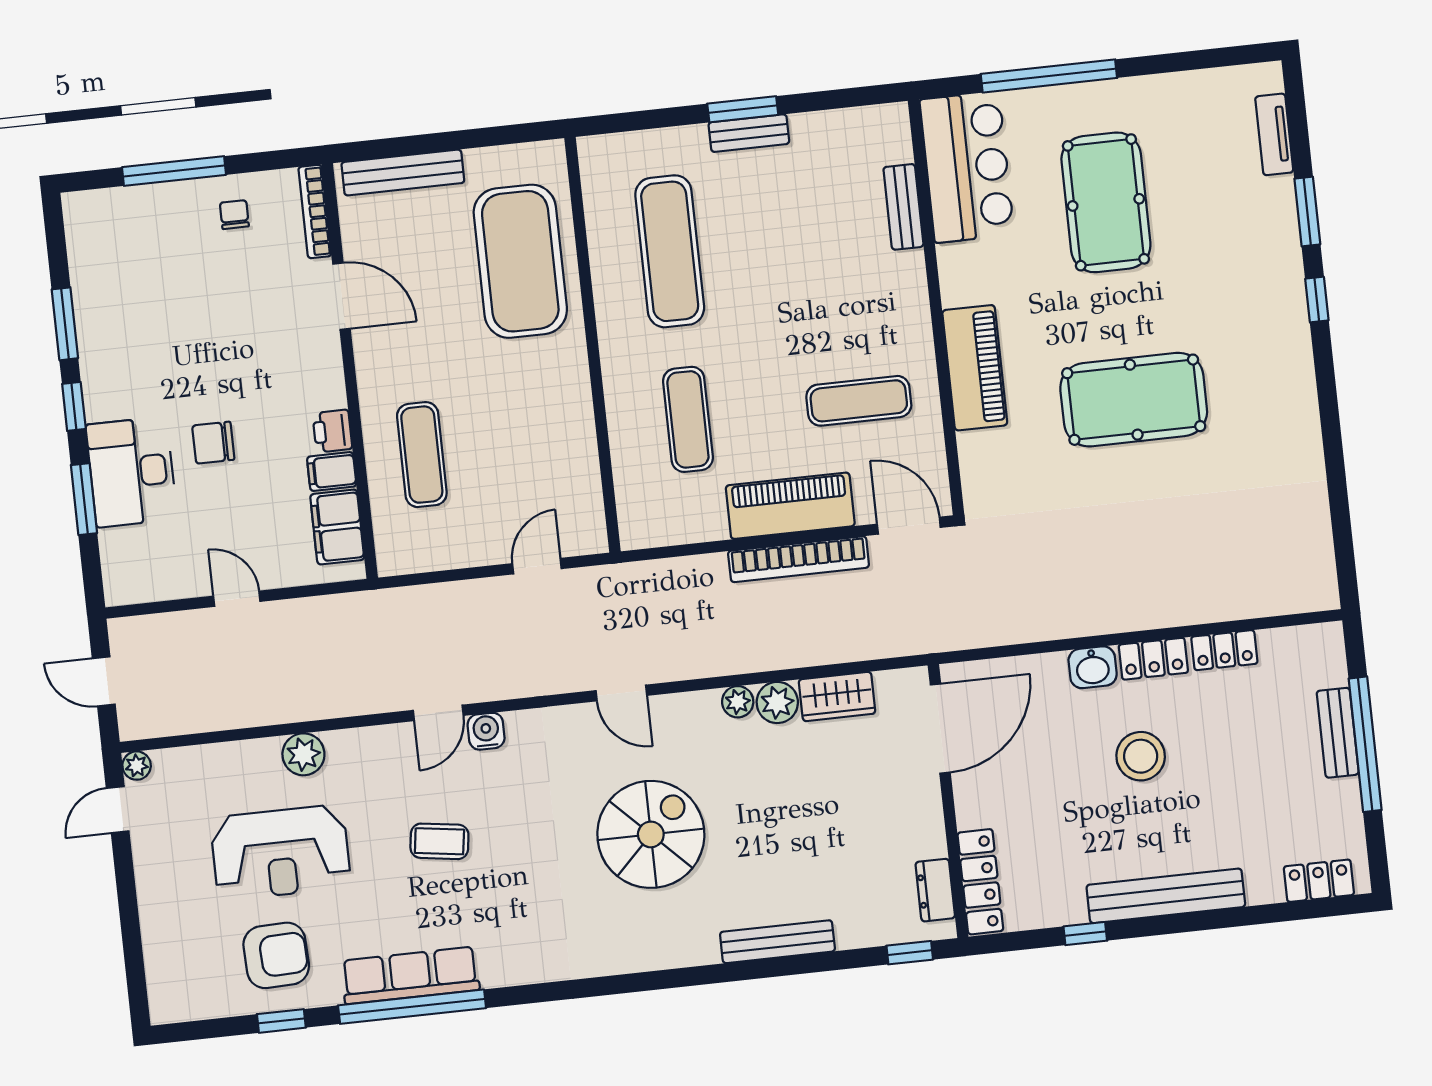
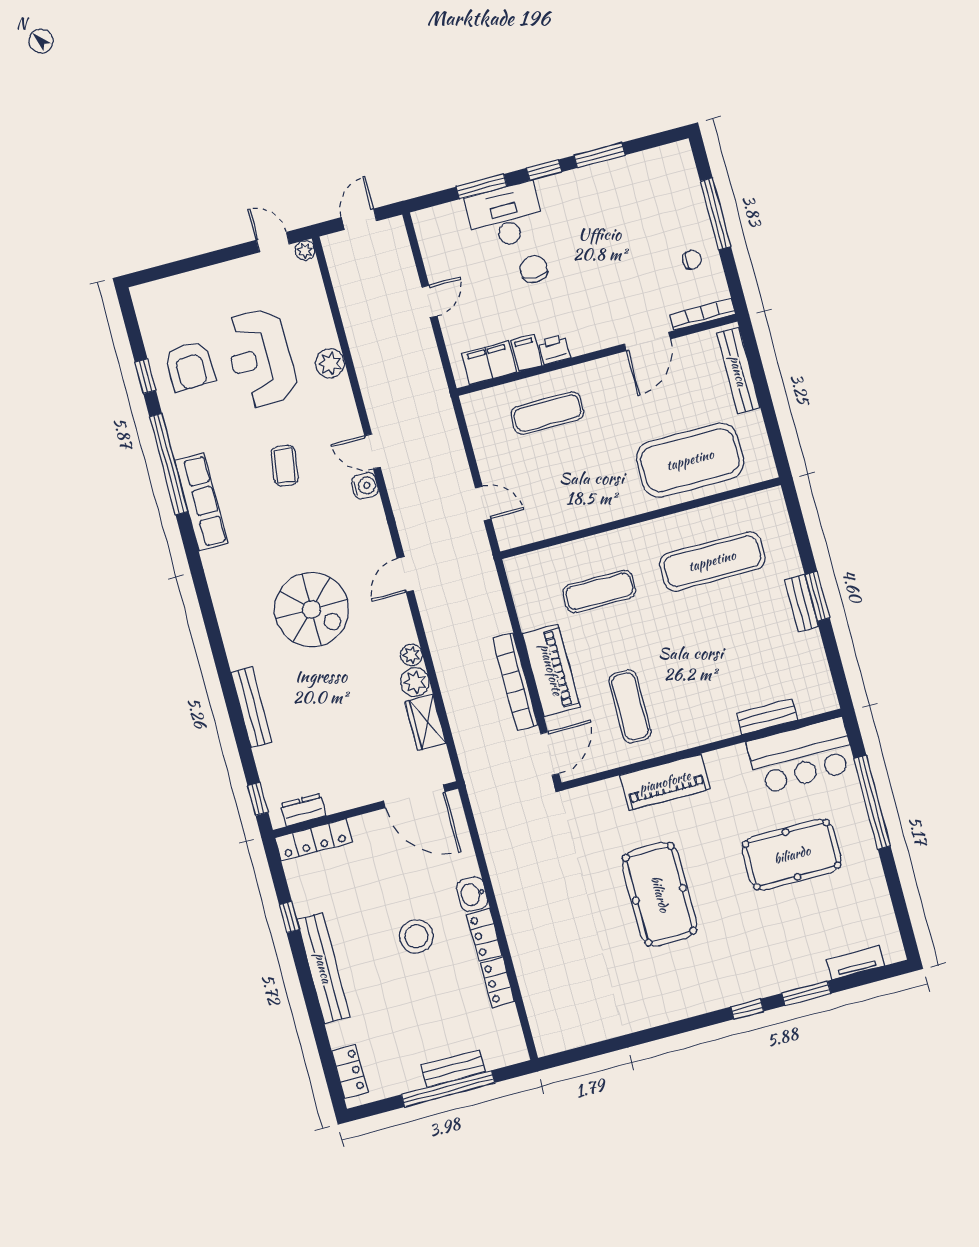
row of seats: (410, 975) -> (201, 502), moved

